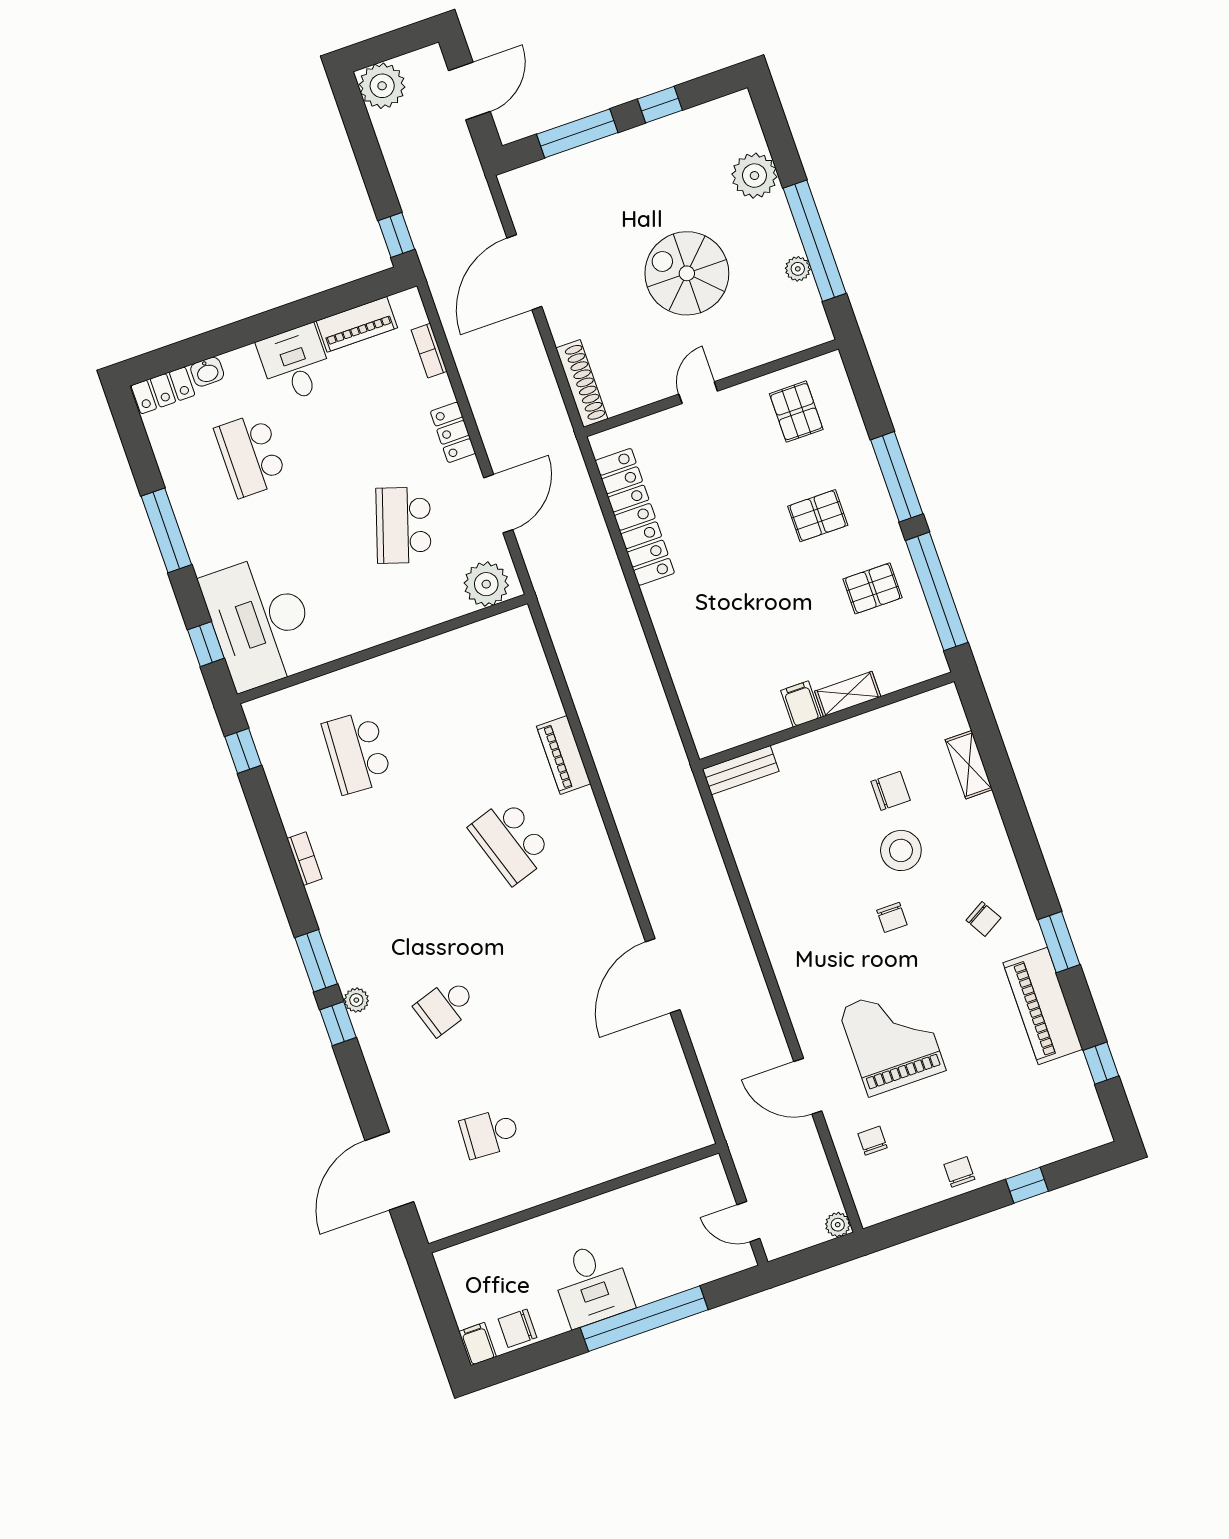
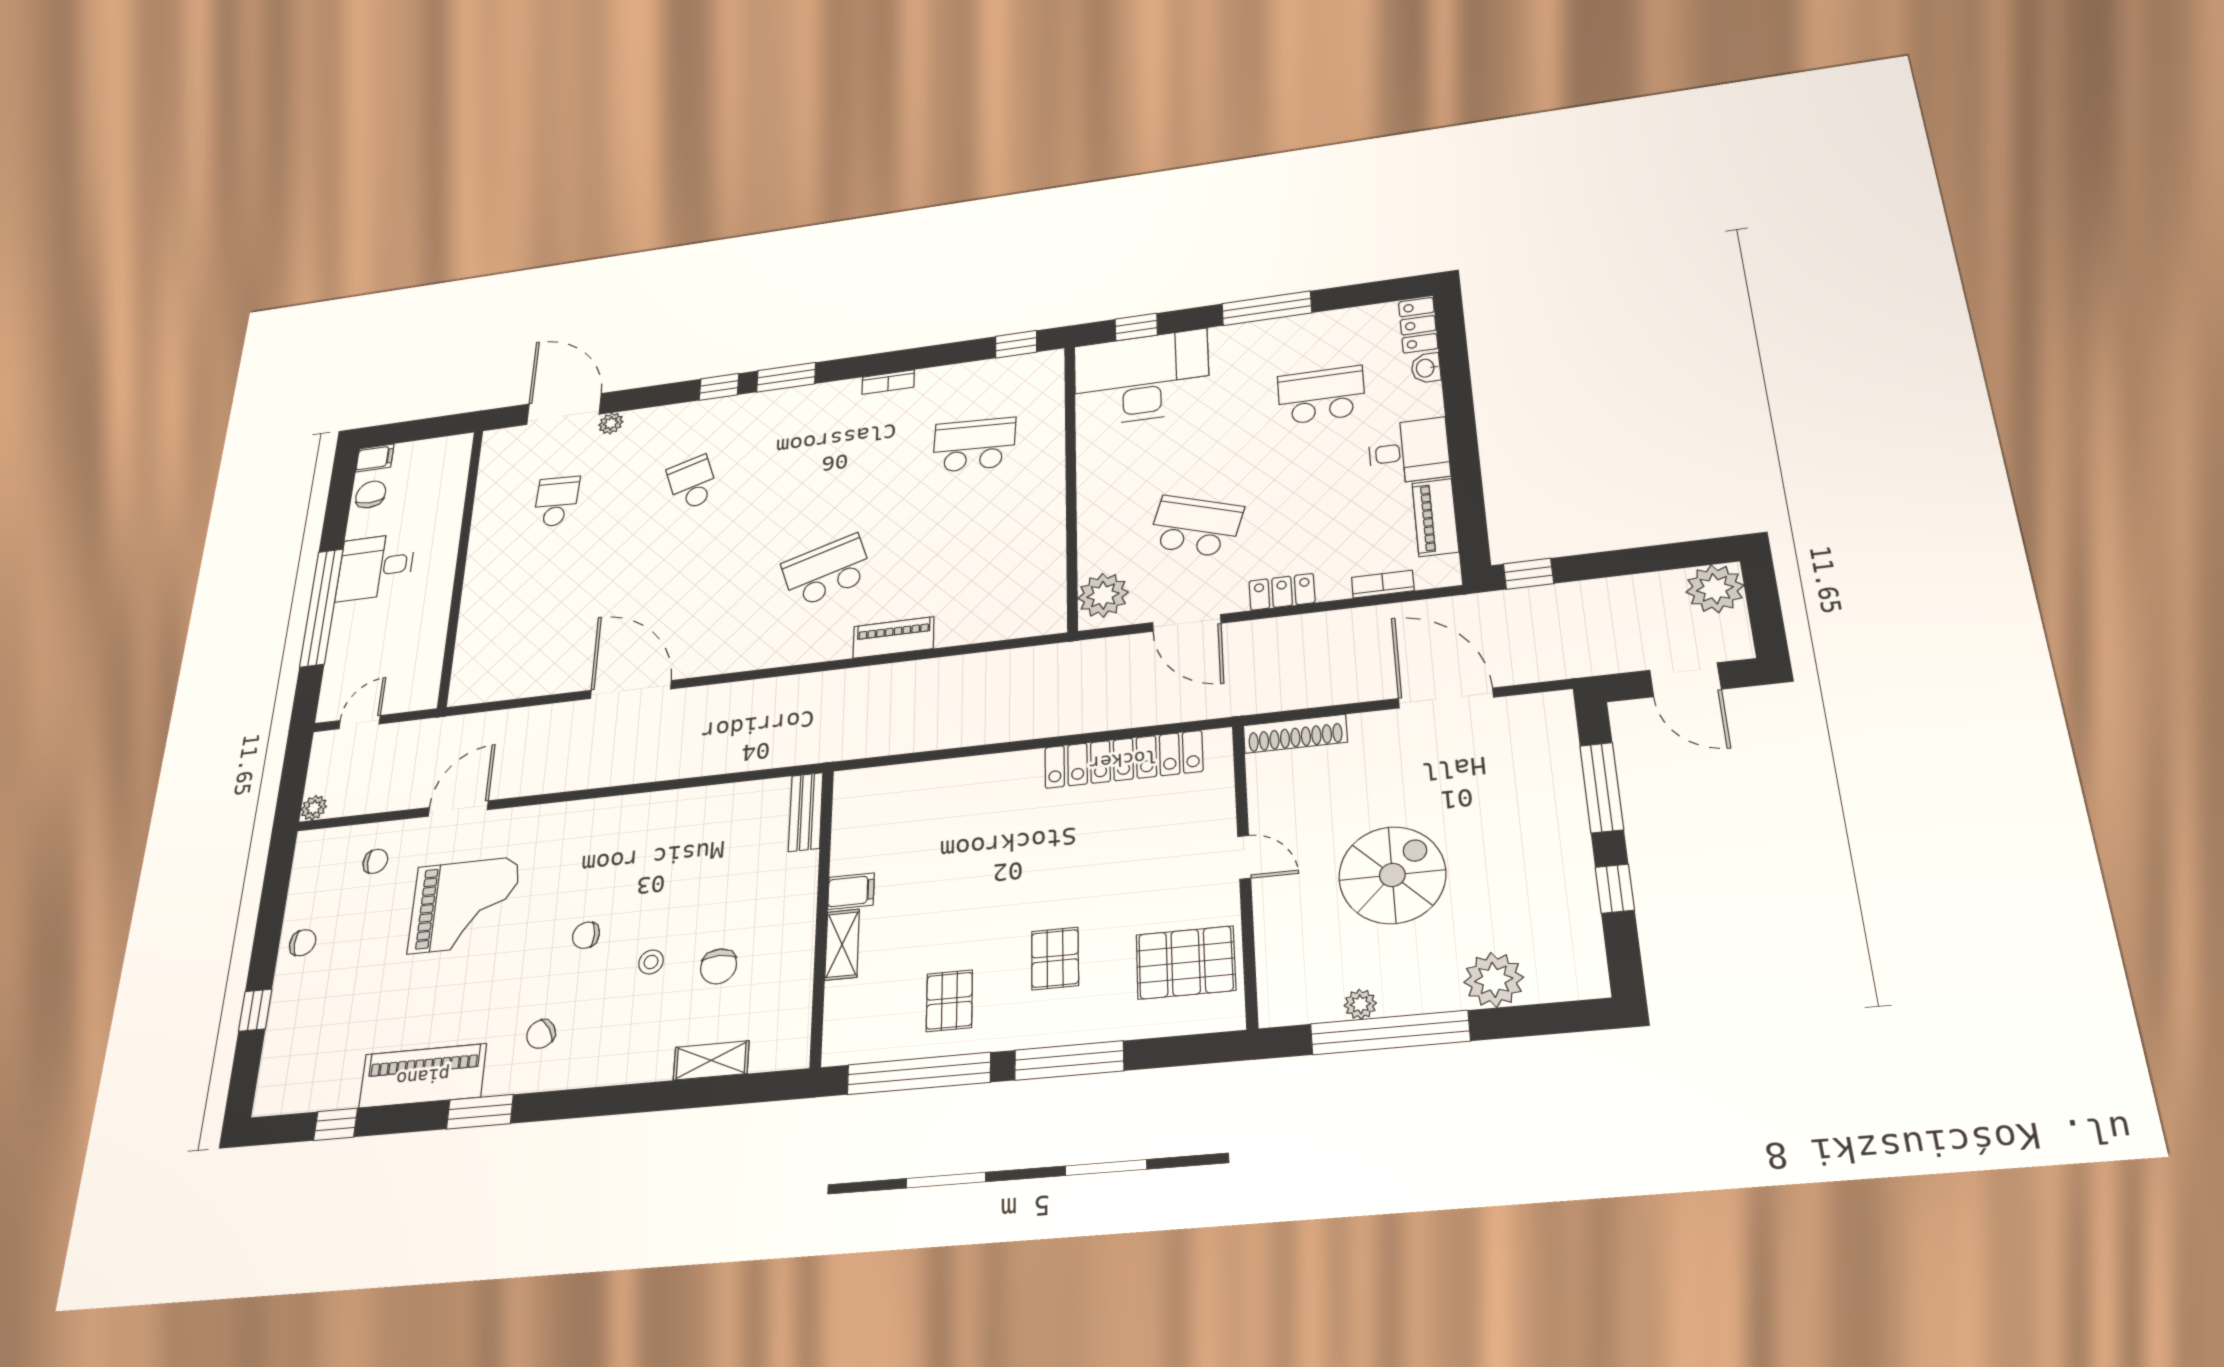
pallet: (796, 412) -> (1186, 962), width x1.50, depth x1.42
stool: (901, 850) -> (651, 962), width x0.53, depth x0.53
plant: (356, 1000) -> (611, 423), moved

